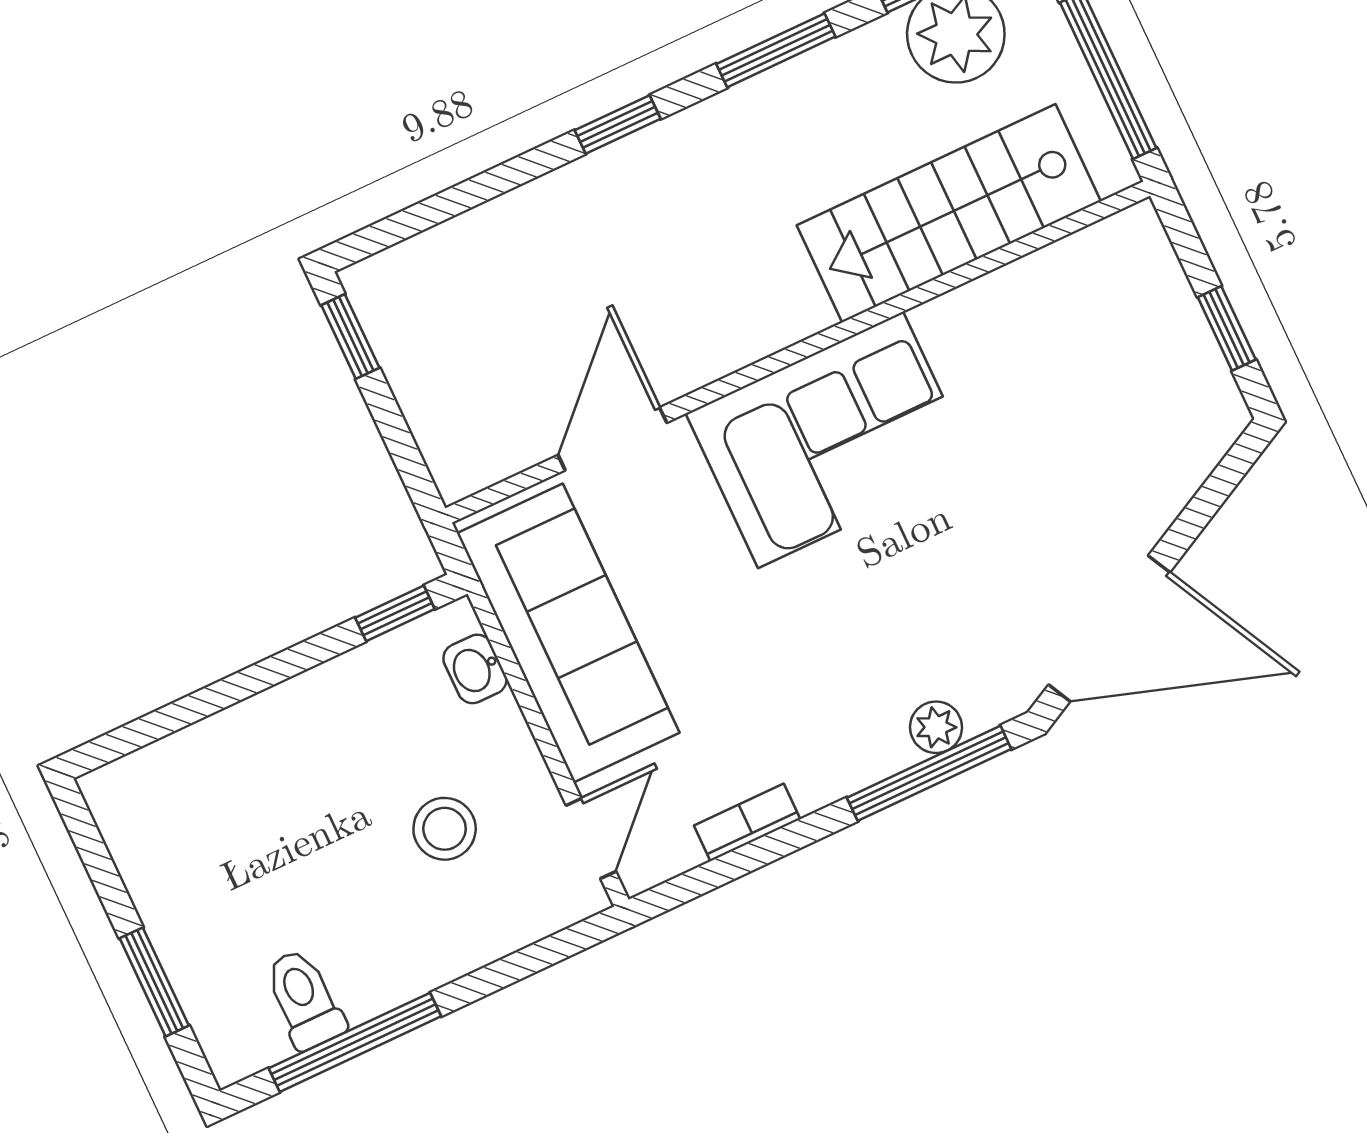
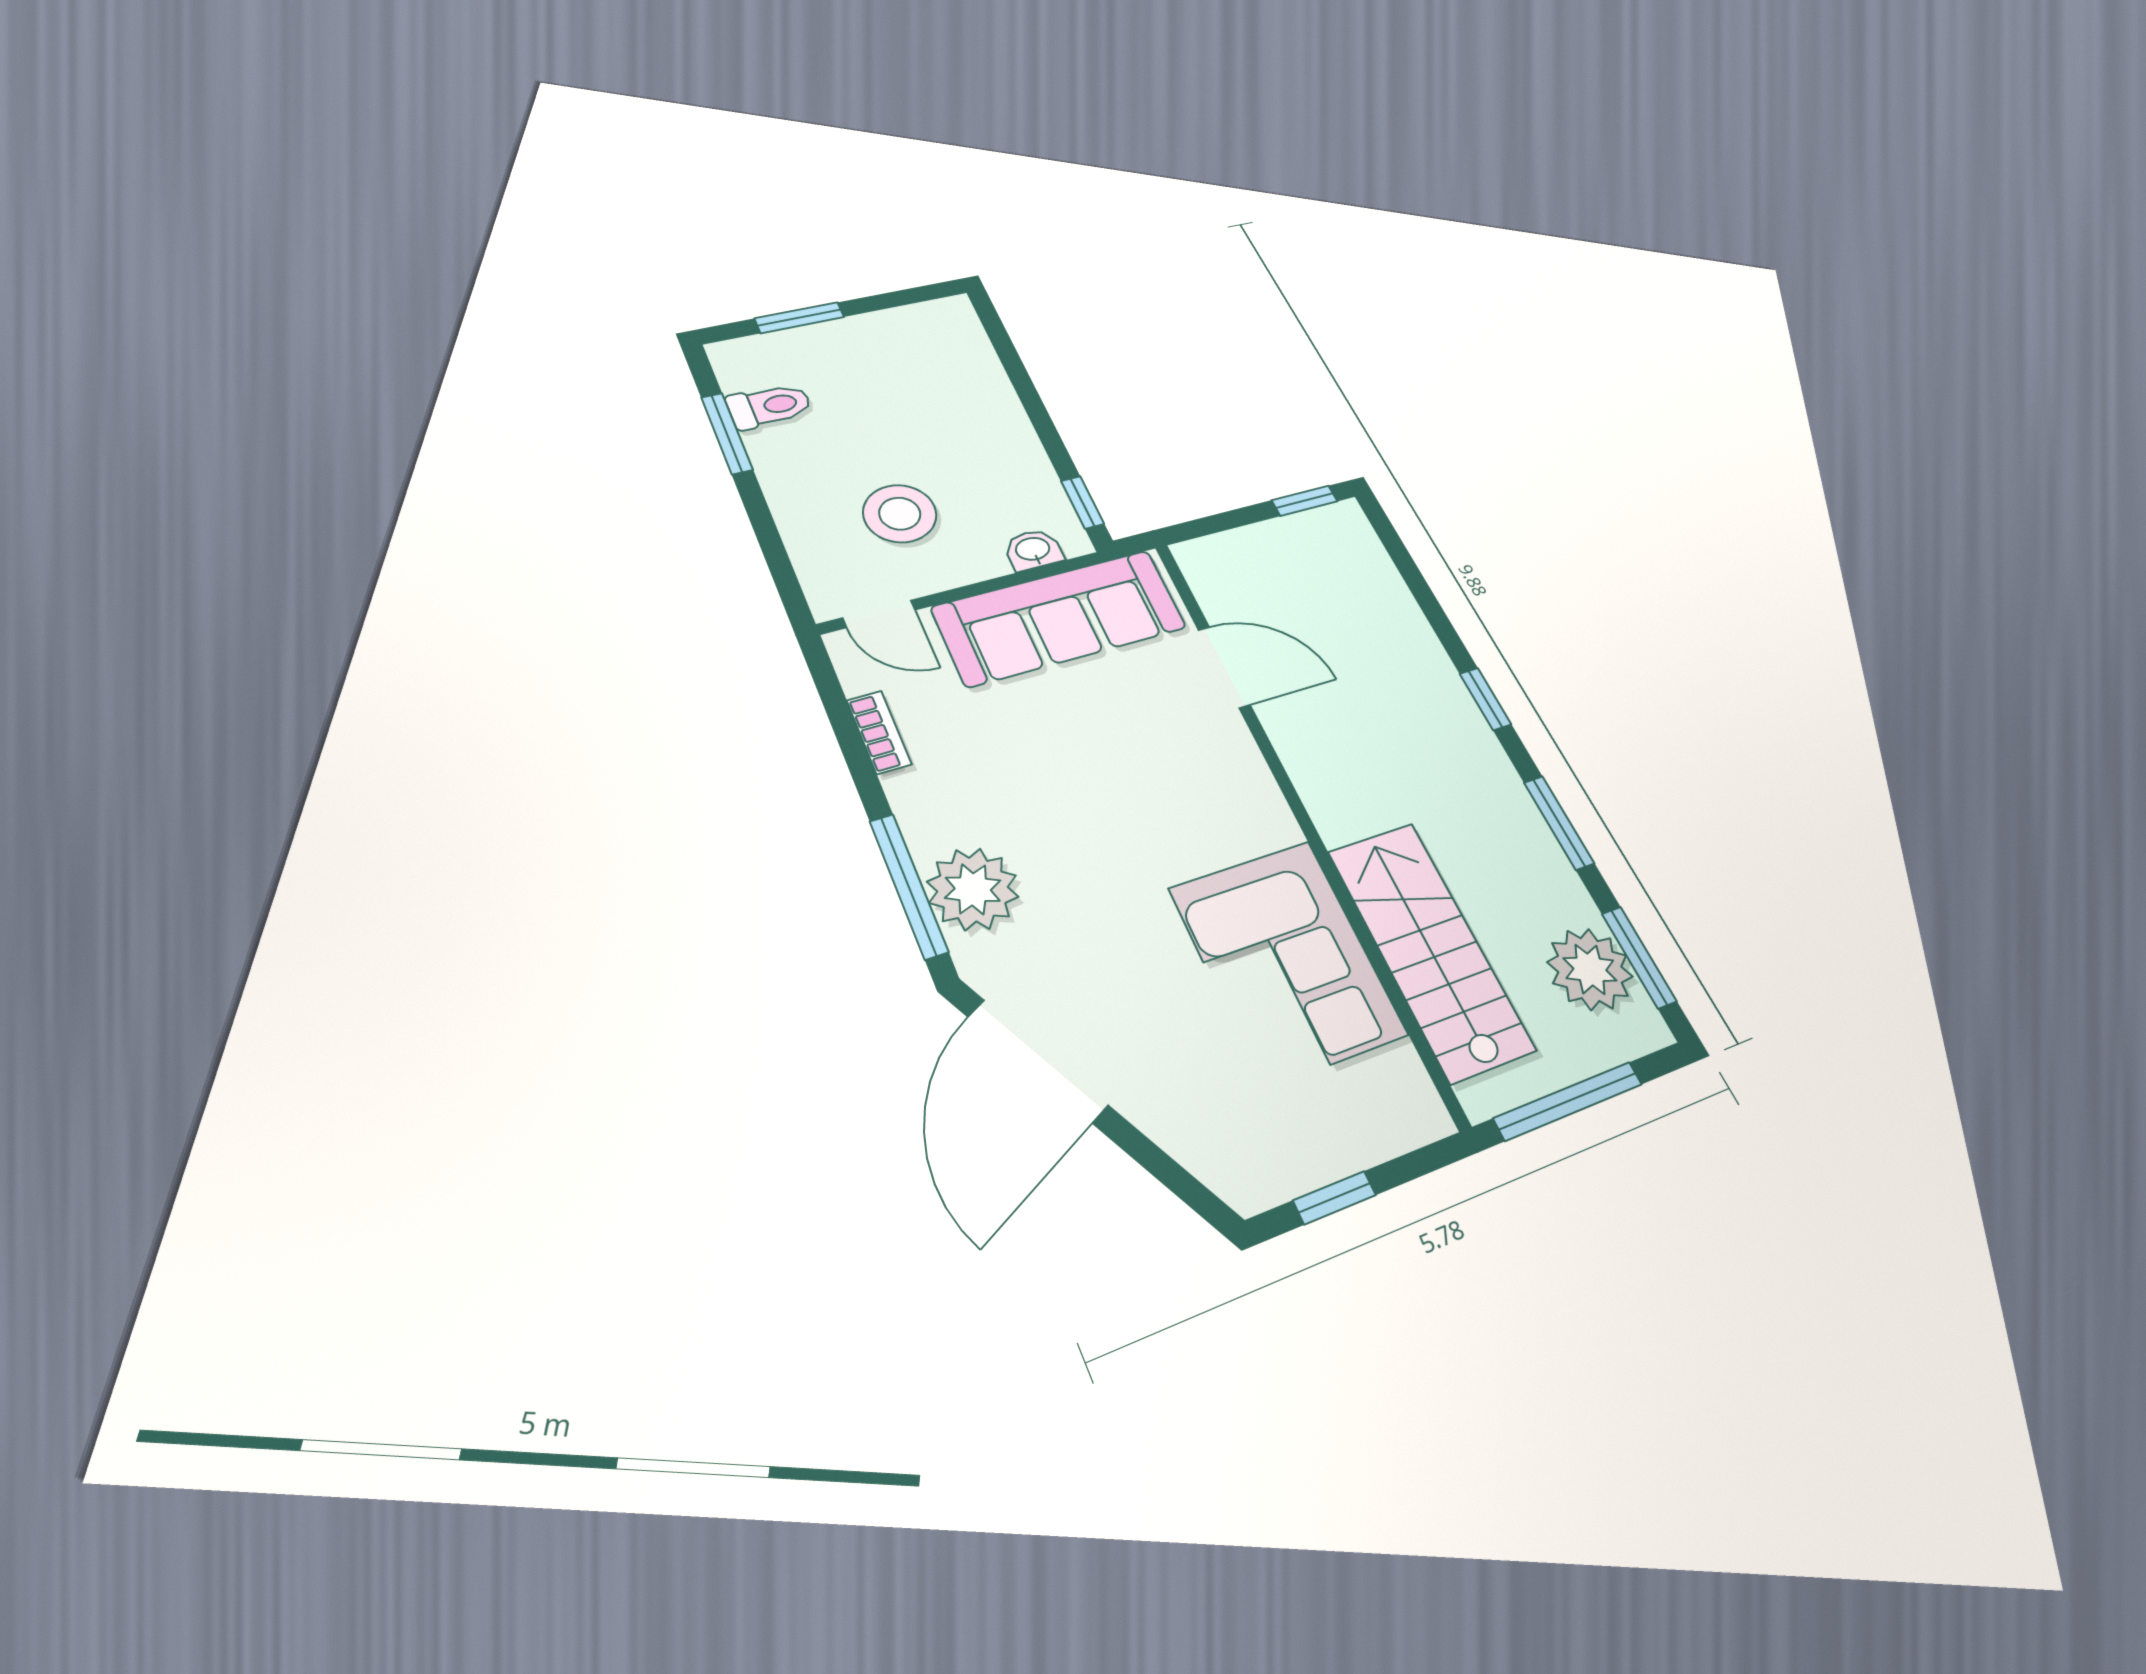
corner sofa: (831, 440) -> (1287, 961), moved
plant: (936, 727) -> (973, 889), width x1.87, depth x1.87
stool: (445, 829) -> (900, 514), width x1.38, depth x1.38
window: (355, 1042) -> (727, 433), width x0.69

